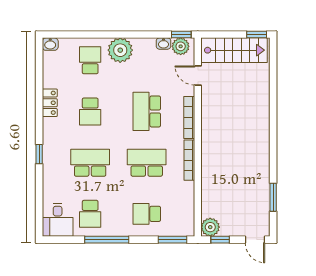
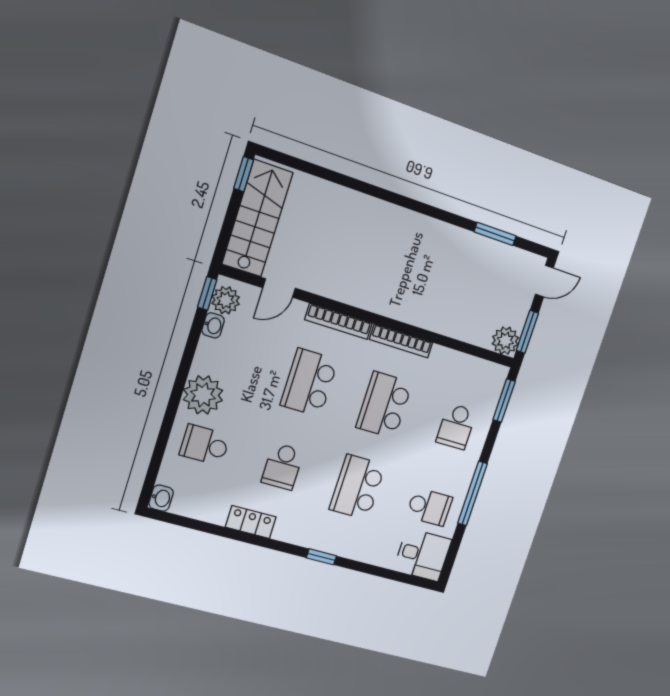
school desk: (90, 111) -> (283, 466), turned 90
school desk: (147, 111) -> (309, 383), turned 90
window: (220, 240) -> (527, 332), width x1.50

